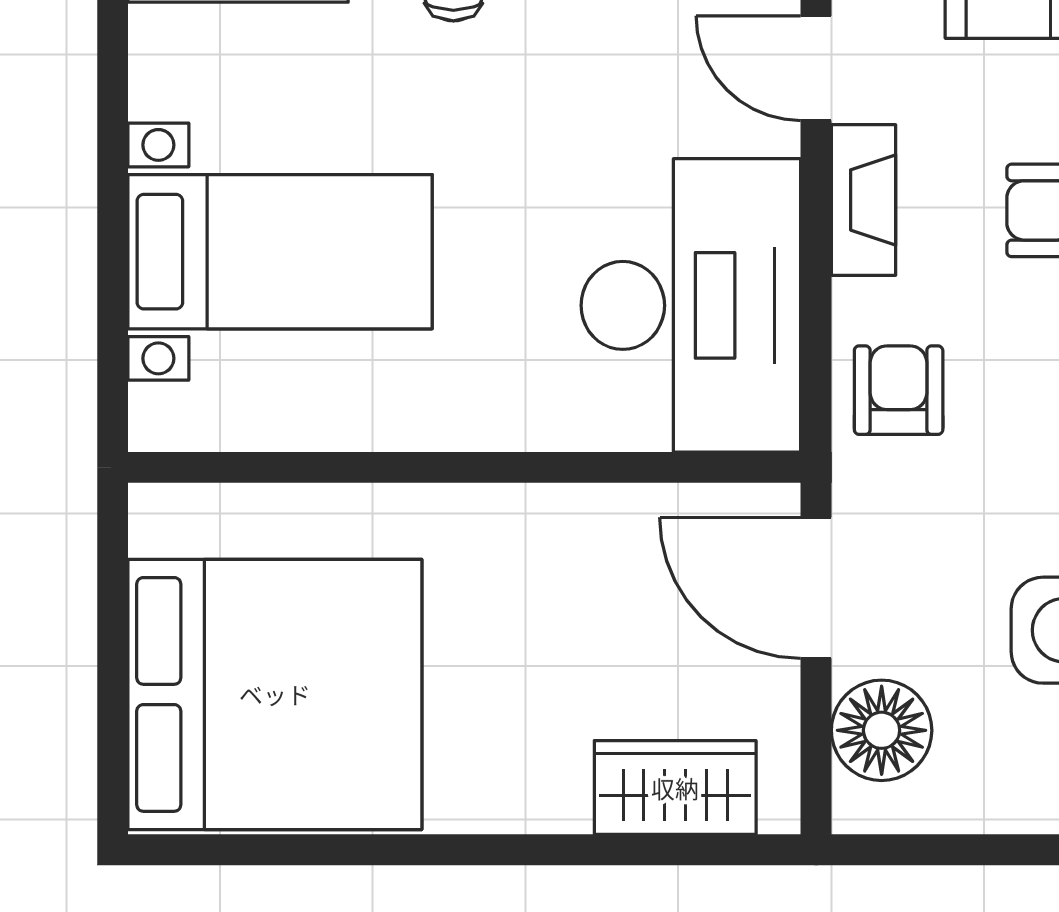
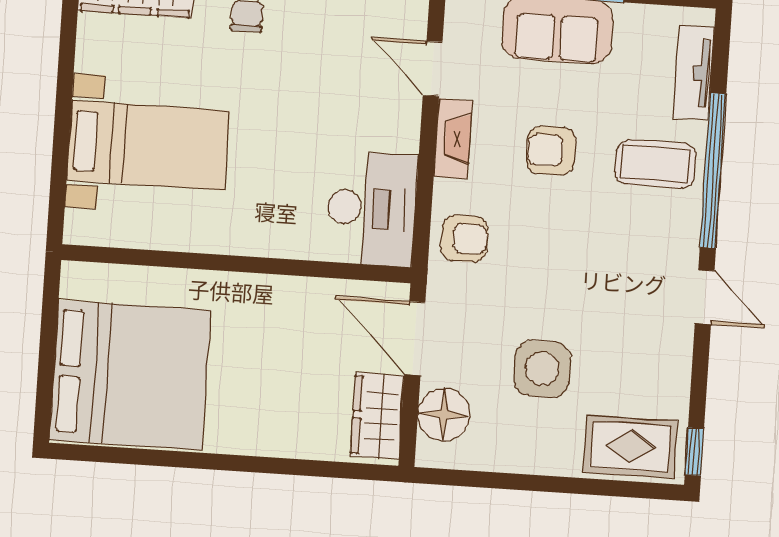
desk: (691, 305) -> (371, 209), width x0.73, depth x0.77
armchair: (899, 390) -> (464, 239), turned 90
wardrobe: (675, 788) -> (377, 416), moved, turned -90

